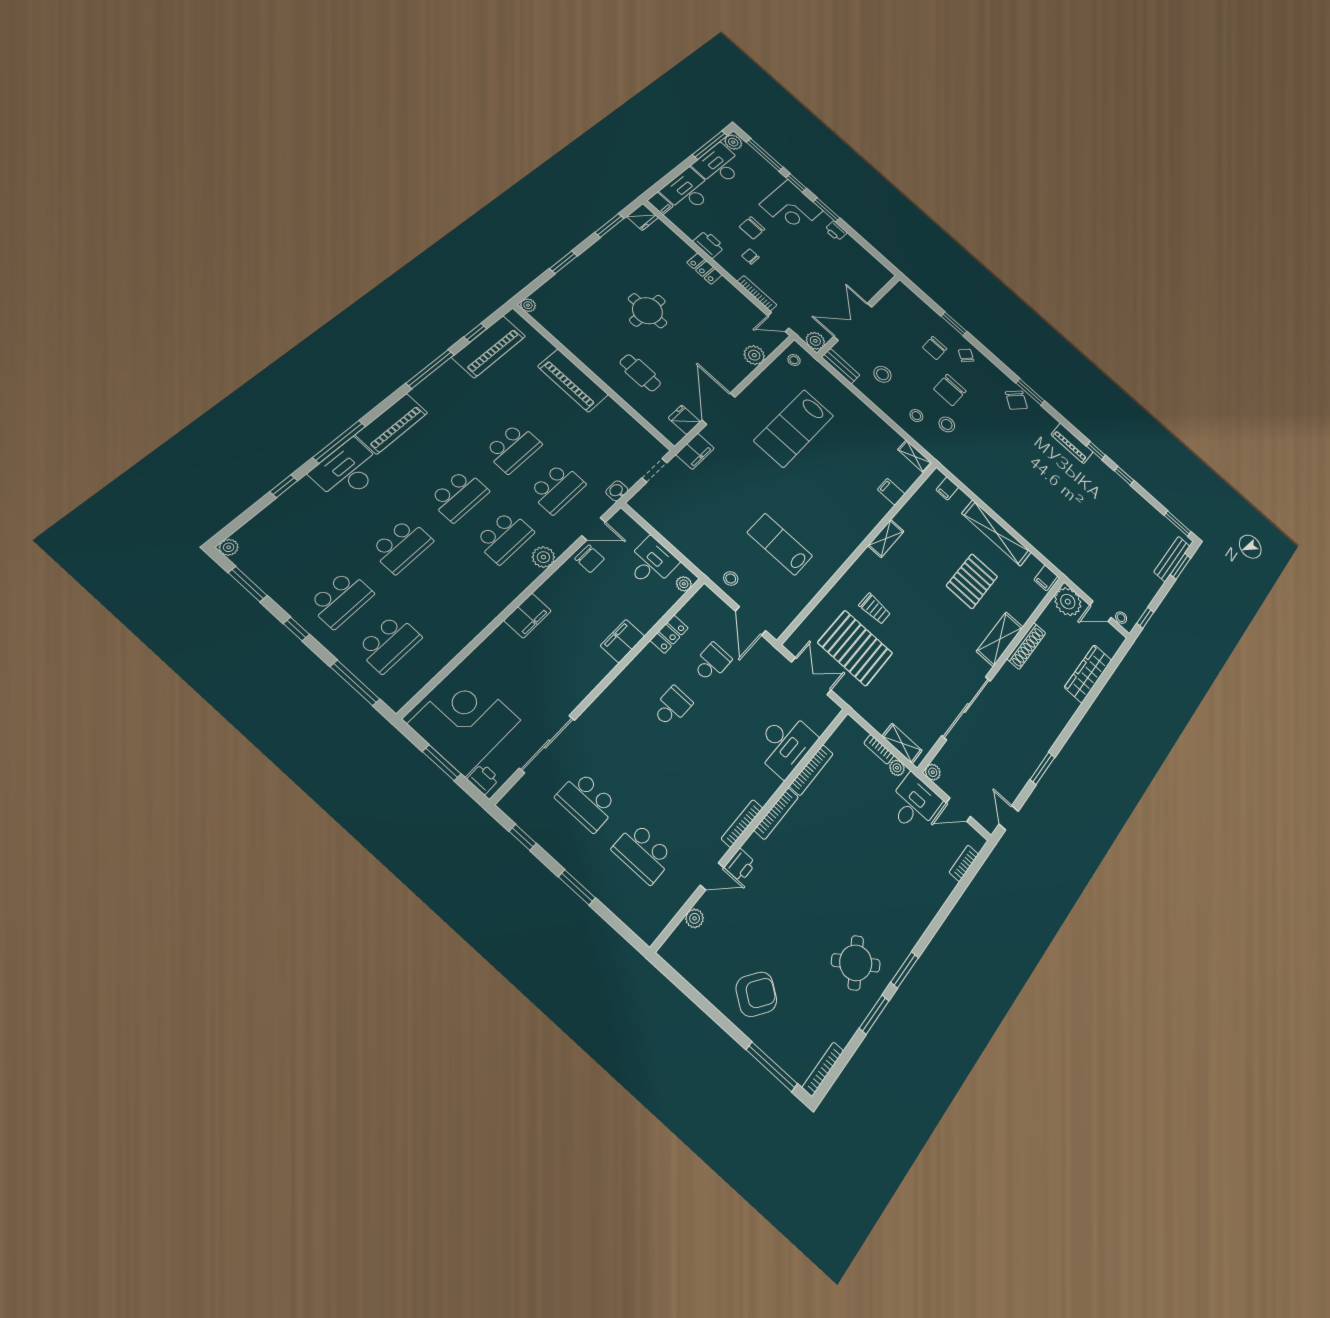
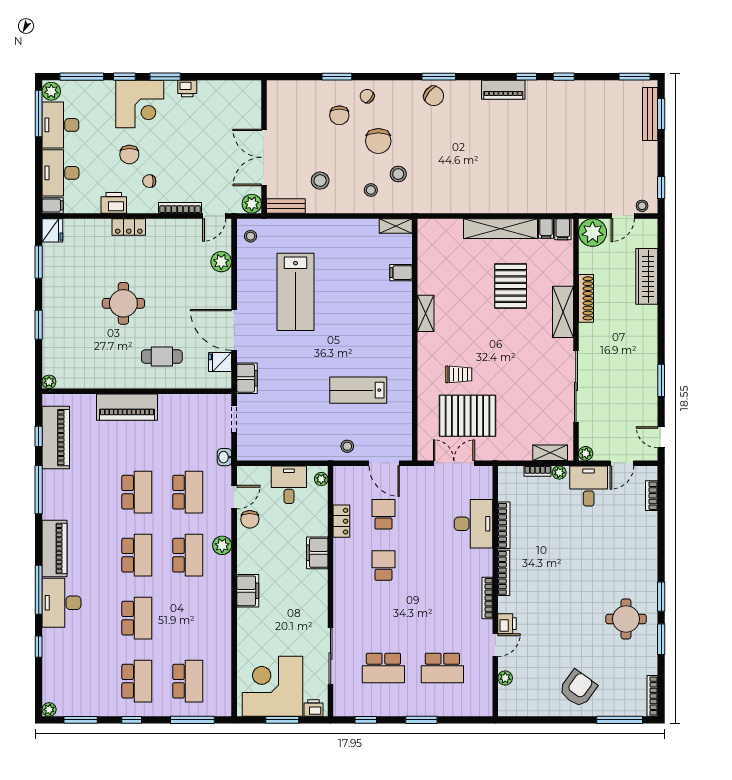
filing cabinet: (947, 488) -> (546, 228), moved
chair: (590, 559) -> (250, 519), turned 90
round table: (856, 963) -> (626, 619), turned 33

